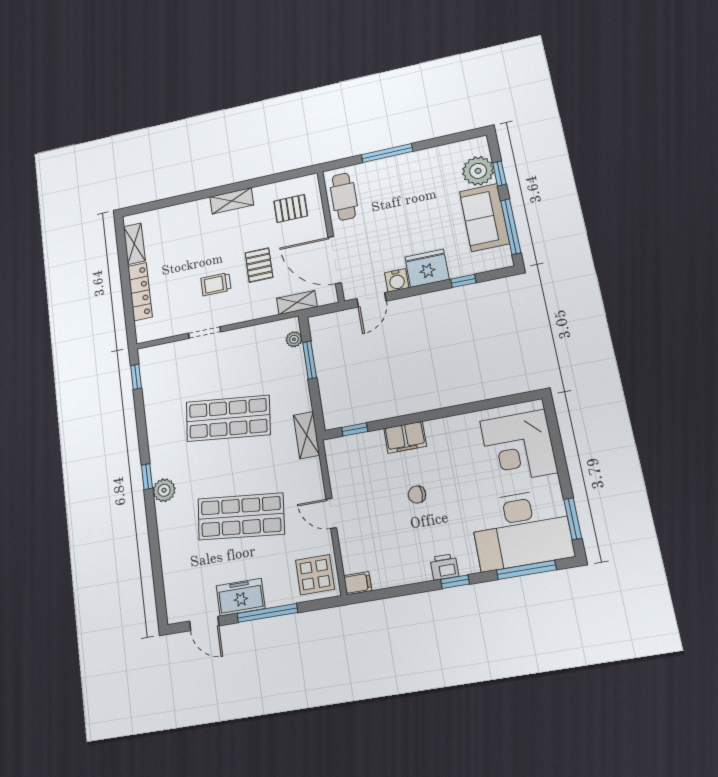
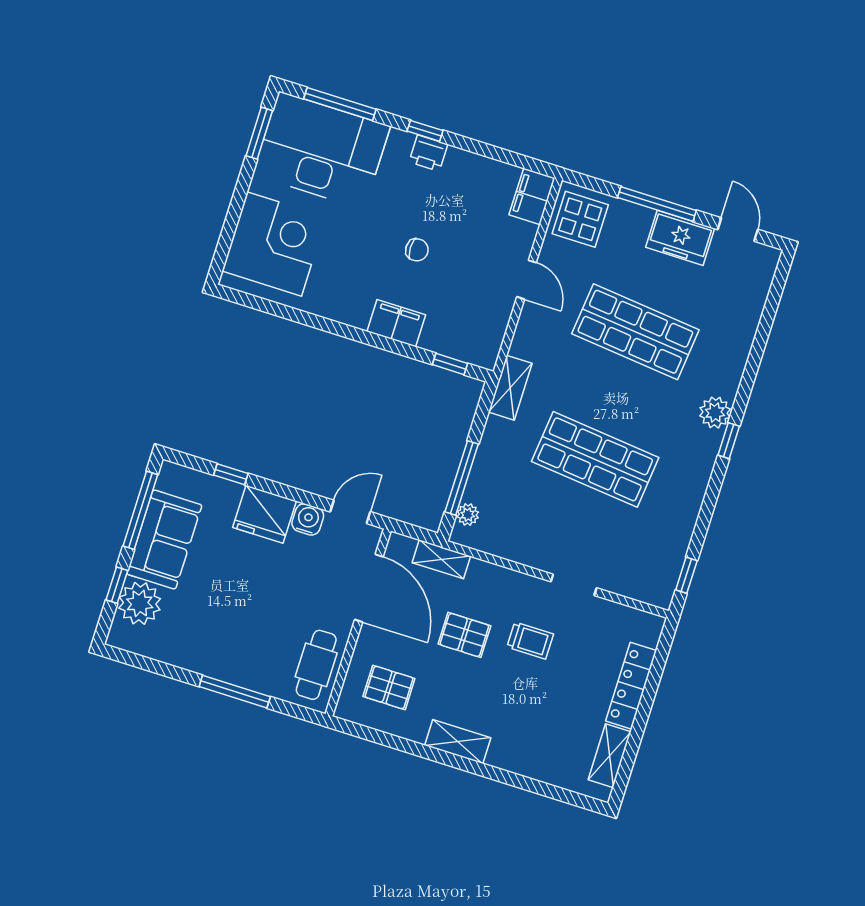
pallet: (259, 265) -> (464, 635), turned 90
window: (310, 360) -> (462, 478), width x1.44
filing cabinet: (358, 583) -> (532, 196), width x2.00

